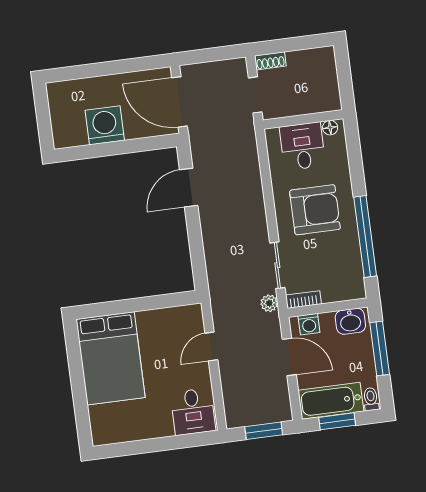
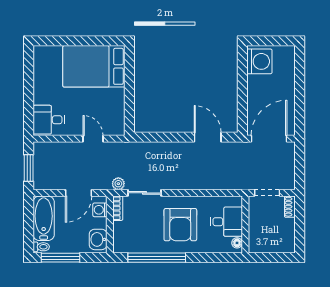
washing machine: (105, 125) -> (259, 61), moved
window: (380, 349) -> (60, 258), moved
window: (337, 421) -> (29, 221), removed

